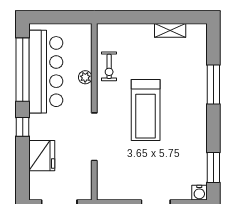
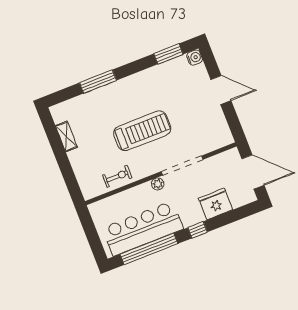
plant: (85, 77) -> (158, 184), moved

